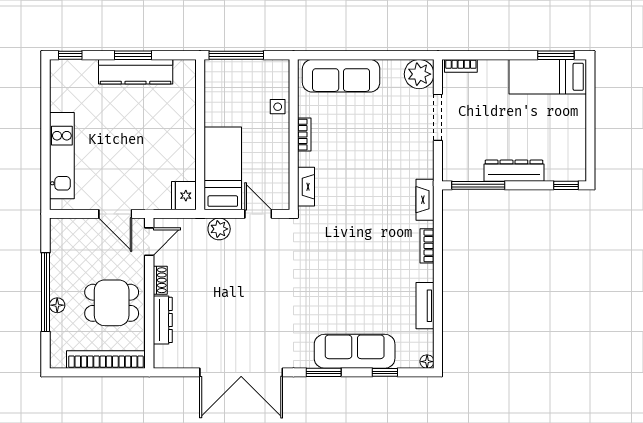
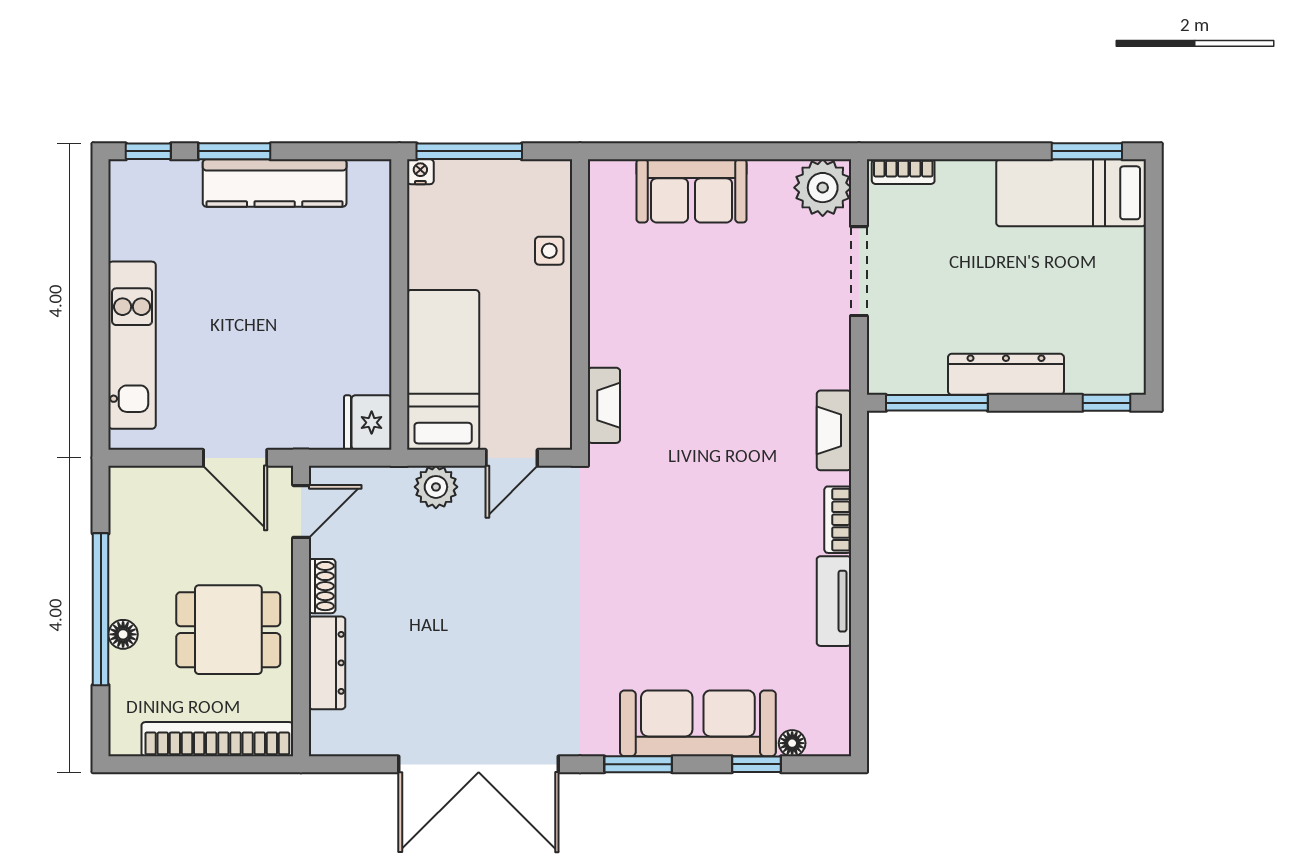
window: (133, 55) -> (234, 151), moved
nightstand: (211, 66) -> (420, 172), added
sofa: (341, 76) -> (692, 191), width x0.73
bookcase: (304, 135) -> (601, 304), removed
door: (258, 214) -> (512, 458), swing flipped
tv unit: (425, 306) -> (834, 601), moved
floor lamp: (427, 362) -> (792, 743), moved

